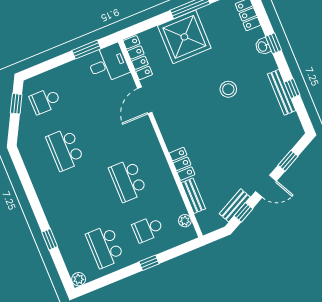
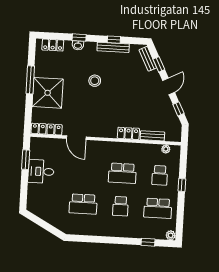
desk: (108, 64) -> (41, 172), moved, turned -90
school desk: (45, 101) -> (120, 206), moved
window: (16, 104) -> (39, 221), removed
bench: (235, 205) -> (148, 59), moved
window: (50, 239) -> (148, 242), moved

